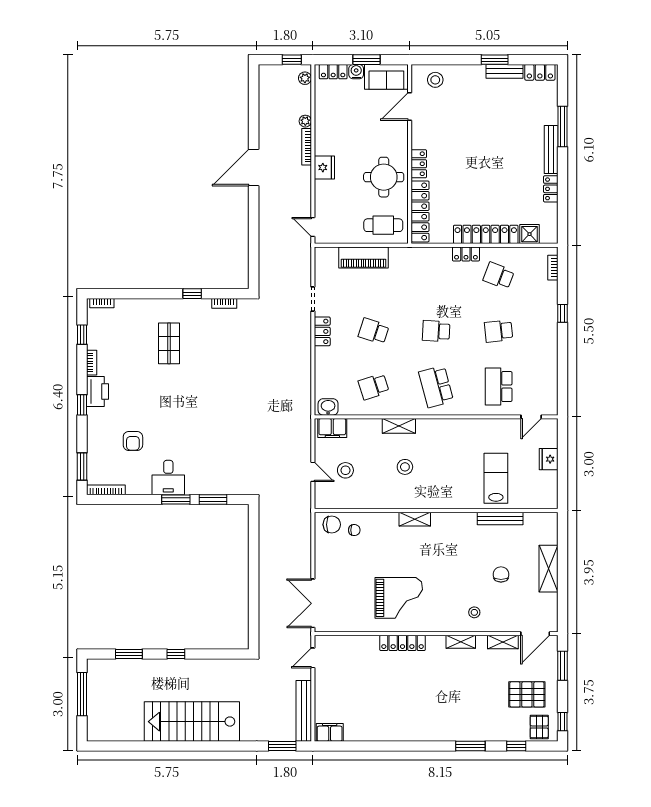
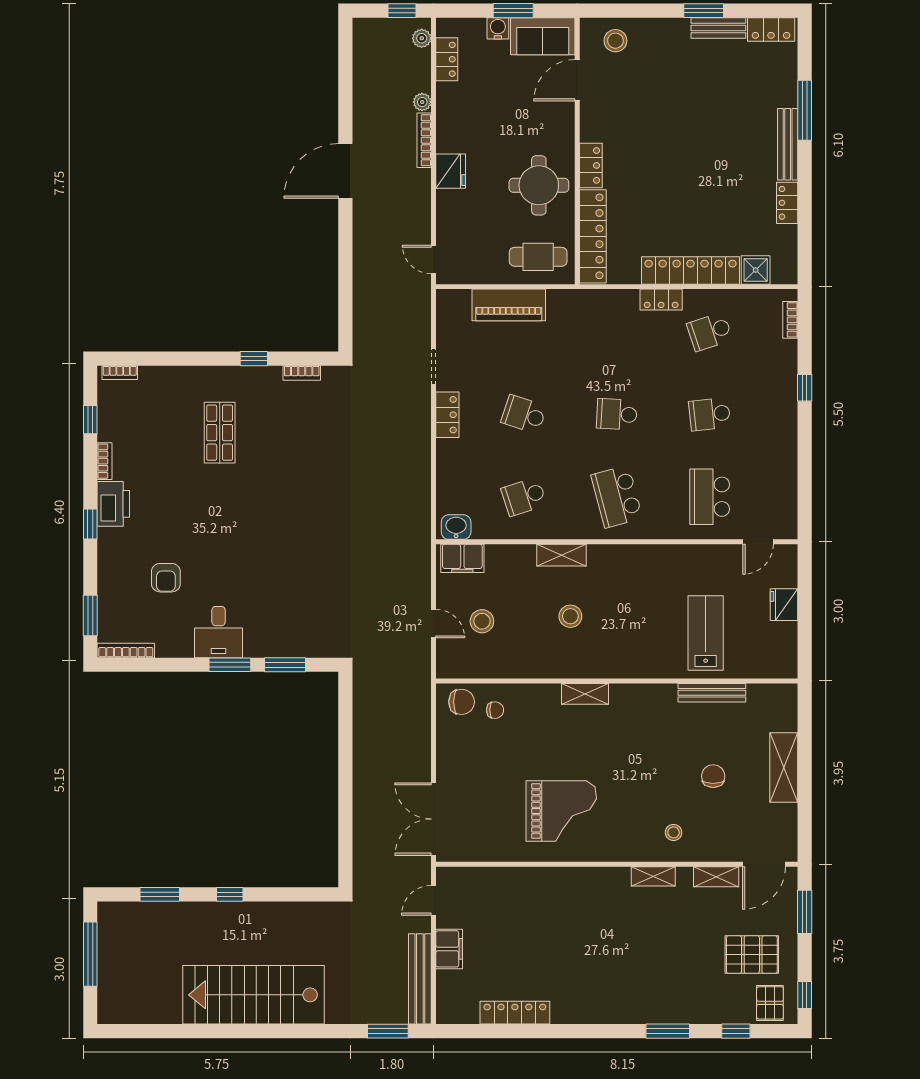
locker: (333, 72) -> (447, 59), moved, turned -90
school desk: (499, 276) -> (710, 332), turned -39
locker: (402, 643) -> (515, 1013), moved, turned 180
filing cabinet: (330, 732) -> (449, 949), moved, turned 90

